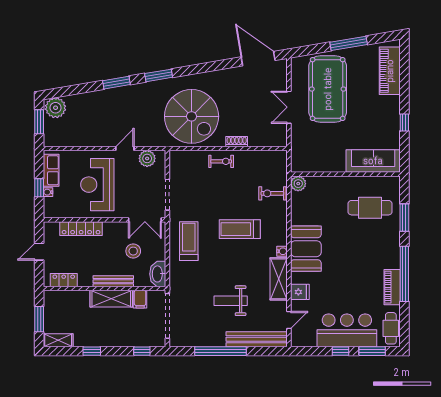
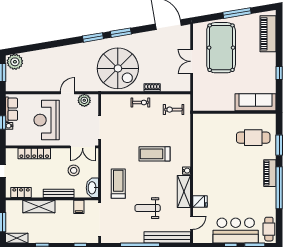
window: (116, 83) -> (121, 33), moved
plant: (298, 184) -> (199, 119), removed
exercise bike: (272, 193) -> (173, 110), moved
treadmill: (189, 241) -> (118, 184), moved
booth: (306, 249) -> (205, 169), removed
piano: (392, 287) -> (270, 173), moved
shelving: (111, 299) -> (39, 207), moved

